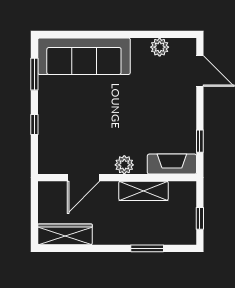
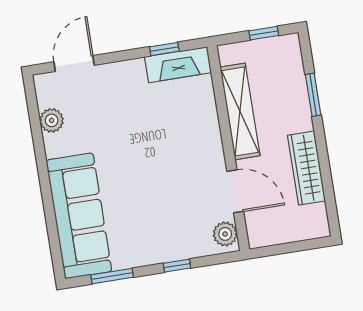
fireplace: (172, 164) -> (178, 65), moved, turned -90
plant: (124, 165) -> (225, 234), moved
shelving: (143, 191) -> (240, 111), width x1.47
wardrobe: (65, 234) -> (306, 168), moved

